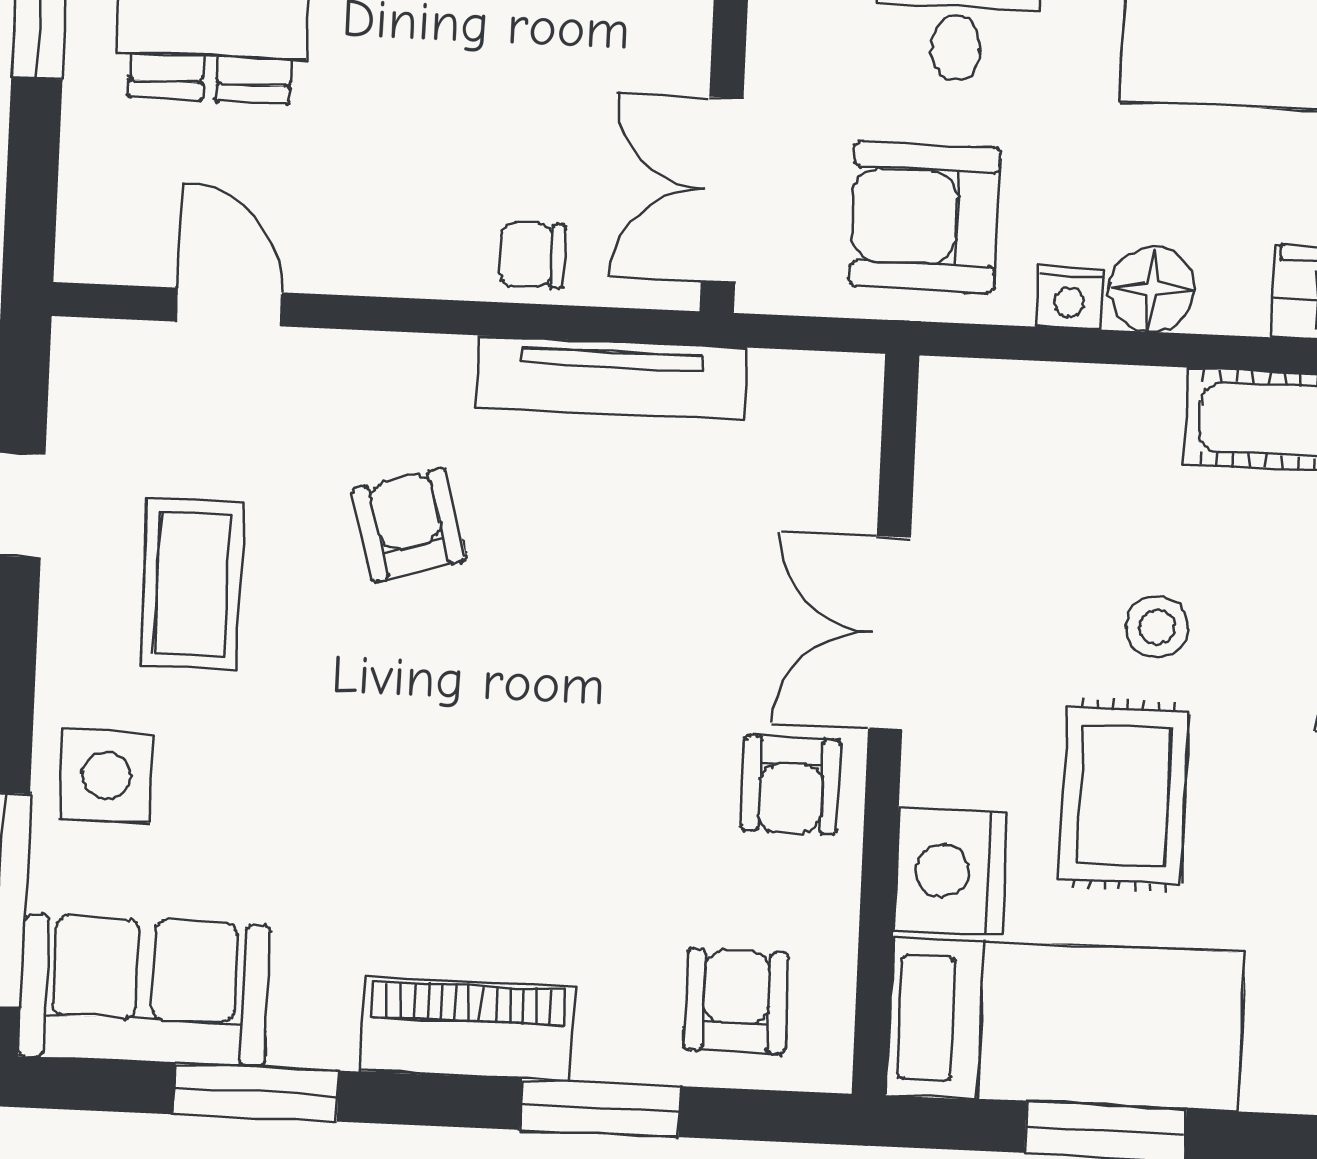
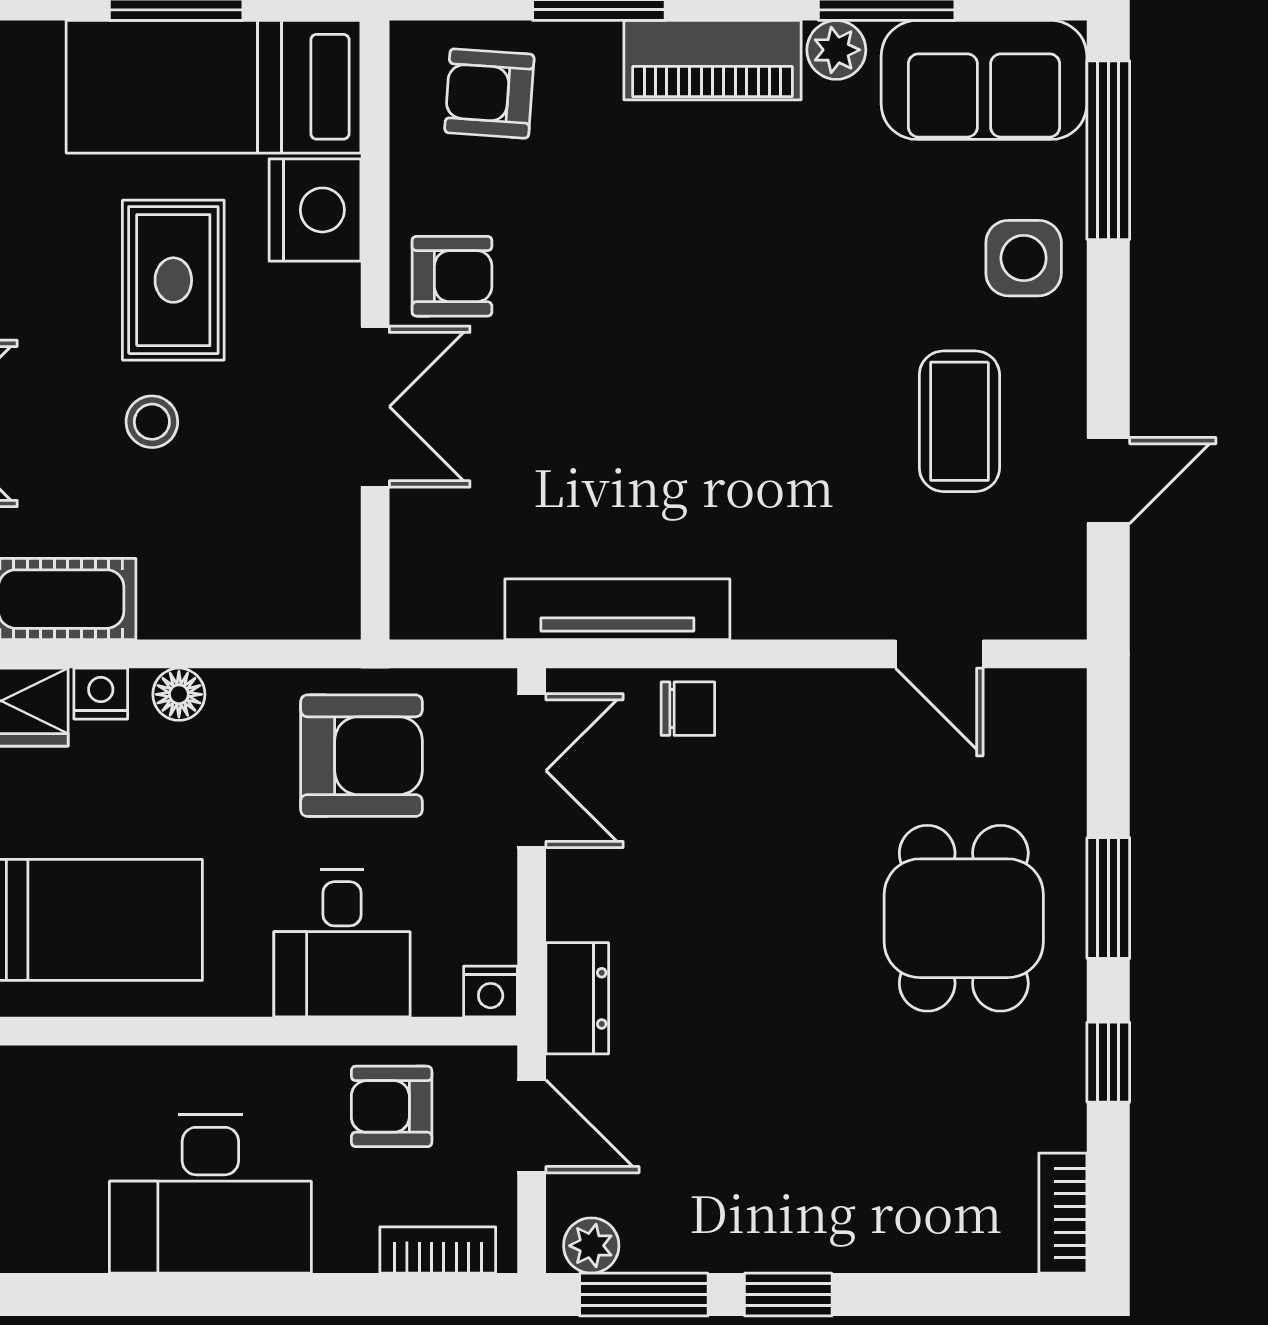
floor lamp: (1152, 289) -> (179, 694), width x0.73, depth x0.73
nightstand: (1070, 298) -> (101, 694), moved
armchair: (409, 525) -> (781, 479), removed
armchair: (791, 785) -> (452, 276), turned 90
armchair: (736, 1001) -> (489, 93), turned 94
plant: (319, 1034) -> (836, 50), added

